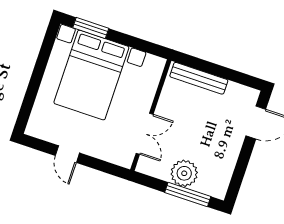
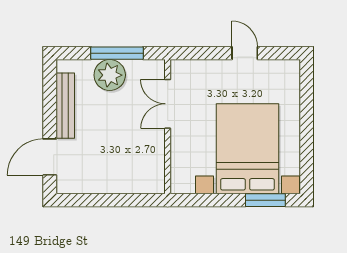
bench: (199, 78) -> (65, 106), moved, turned 90
window: (188, 195) -> (117, 53), moved

